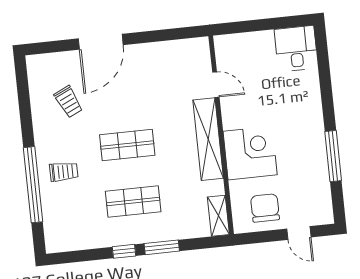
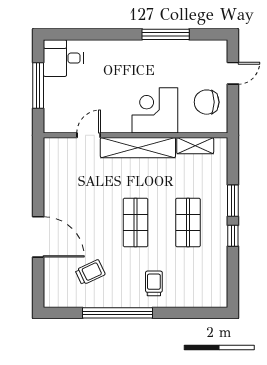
window: (264, 25) -> (38, 86), added
window: (33, 185) -> (117, 313), moved
shelving: (218, 216) -> (195, 146), moved

